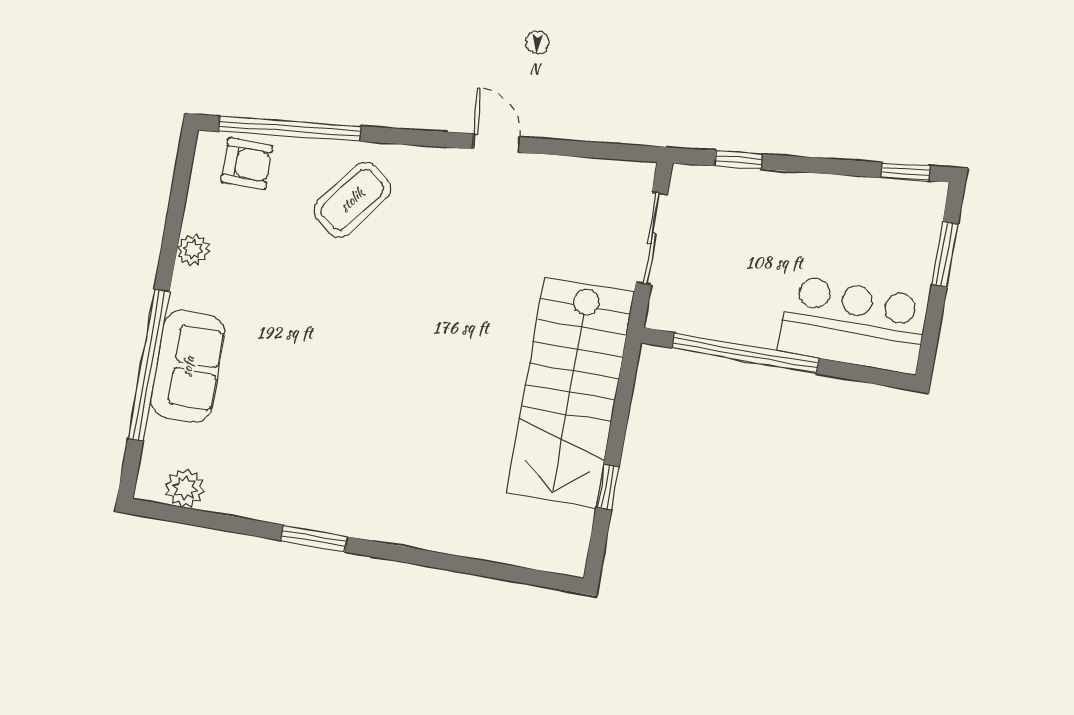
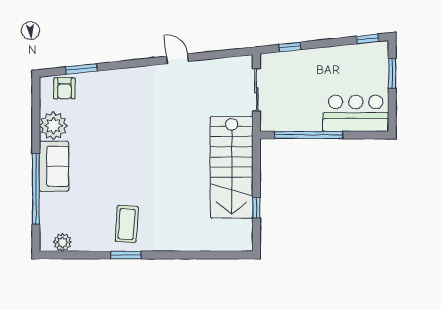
window: (290, 129) -> (81, 69), width x0.47
armchair: (247, 164) -> (64, 88), turned 90
coffee table: (352, 200) -> (127, 224), moved, turned -33
plant: (193, 250) -> (53, 126), width x1.87, depth x1.87
sofa: (188, 366) -> (54, 166), moved

